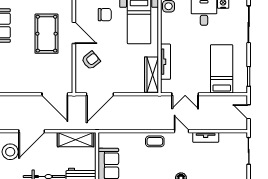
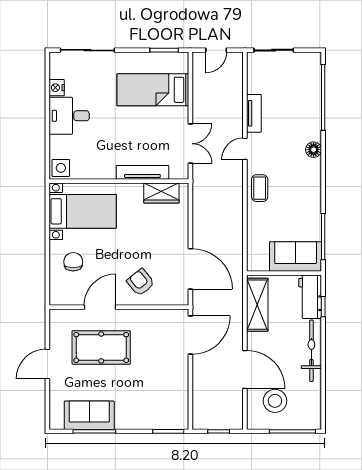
wardrobe: (151, 75) -> (161, 193), width x0.67

